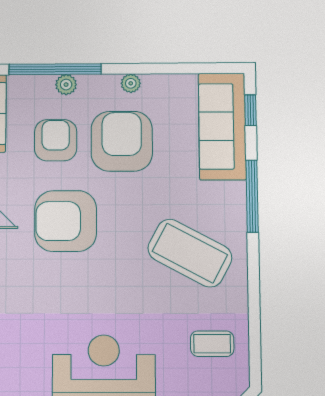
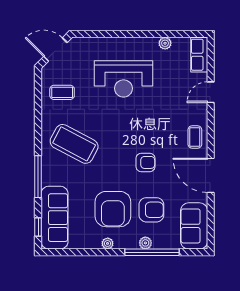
armchair: (56, 140) -> (151, 210), turned -90
armchair: (66, 221) -> (145, 162), width x0.53, depth x0.53

